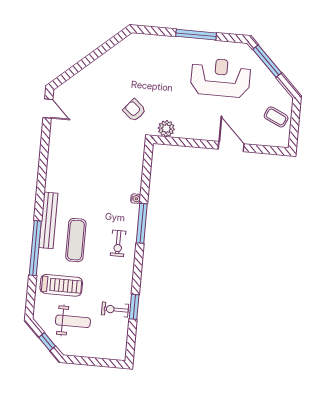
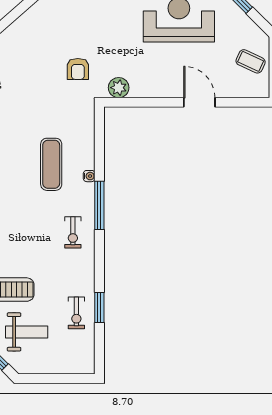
armchair: (134, 110) -> (78, 69), turned -130
exercise mat: (76, 240) -> (51, 164), moved
exercise bike: (115, 310) -> (76, 313), turned -90

